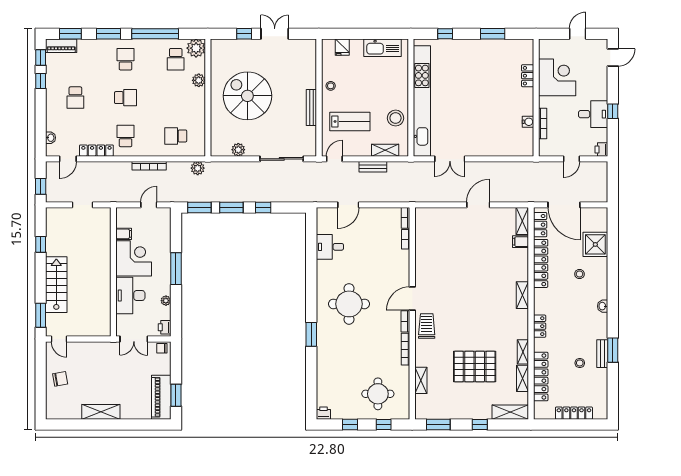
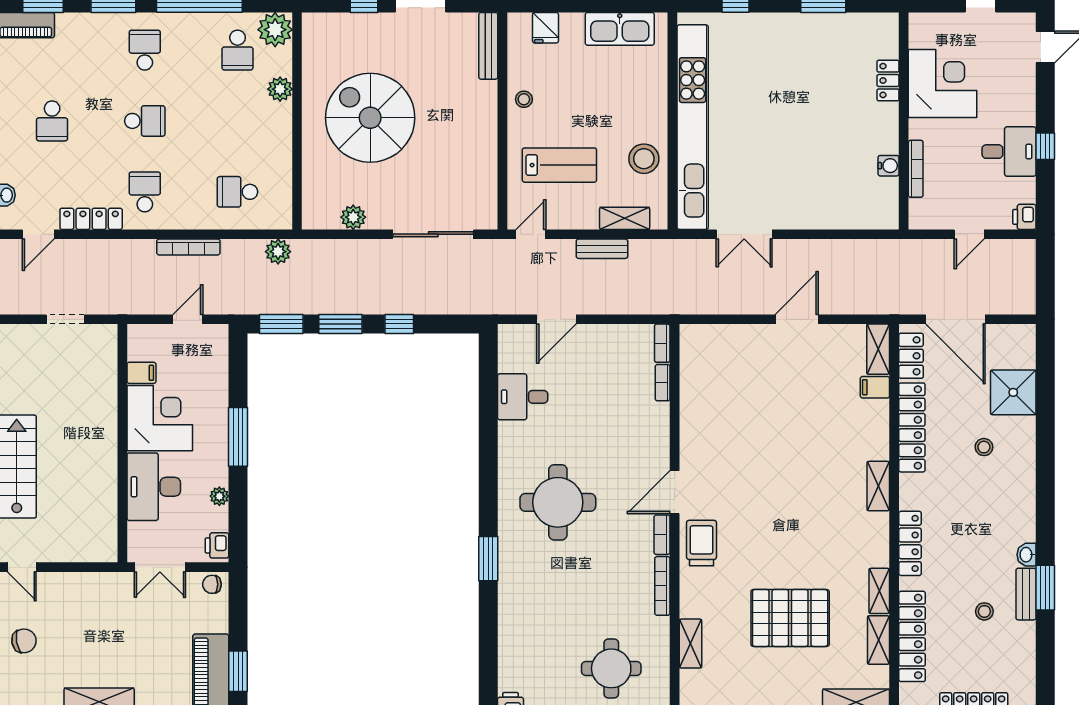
bench: (311, 107) -> (488, 46), moved
washbasin: (603, 306) -> (1027, 555), moved
locker: (540, 326) -> (910, 543), width x1.53

